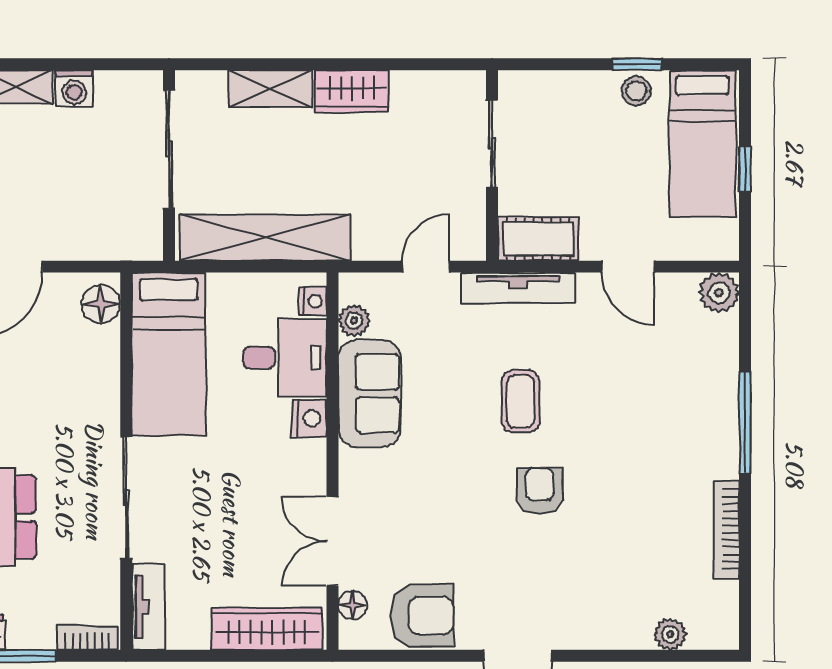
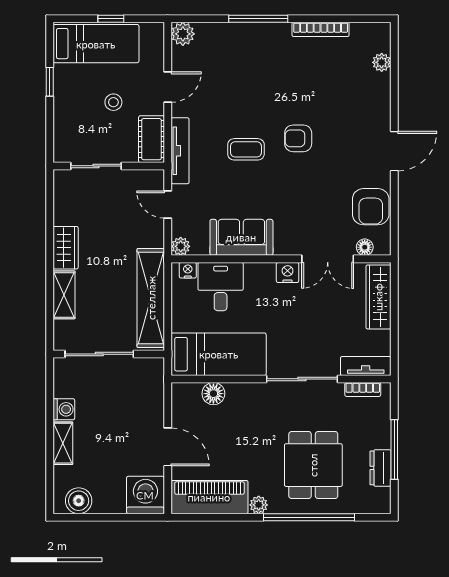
stool: (636, 91) -> (113, 102), moved
floor lamp: (101, 304) -> (213, 394), moved
plant: (354, 321) -> (181, 246), moved
nightstand: (309, 418) -> (288, 272), moved
armchair: (422, 615) -> (371, 207), turned 180
bookcase: (87, 638) -> (363, 389), moved, turned -90

